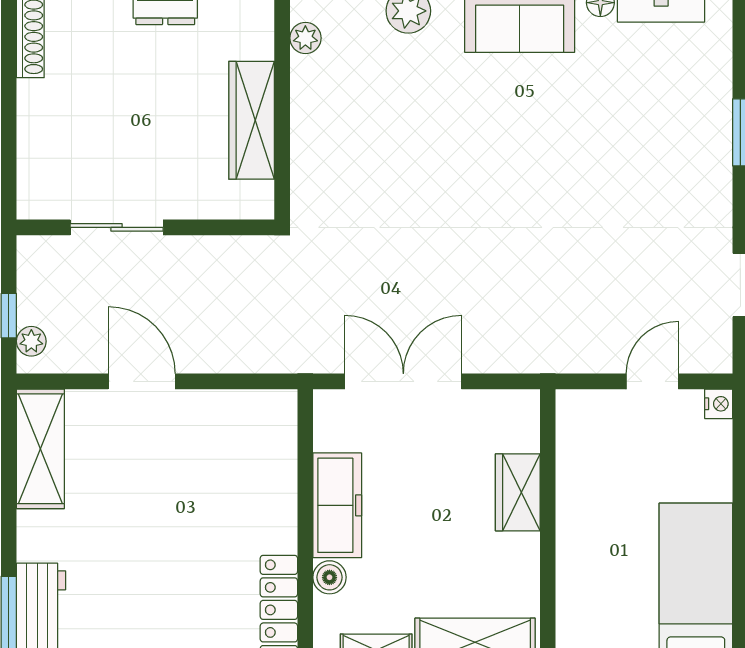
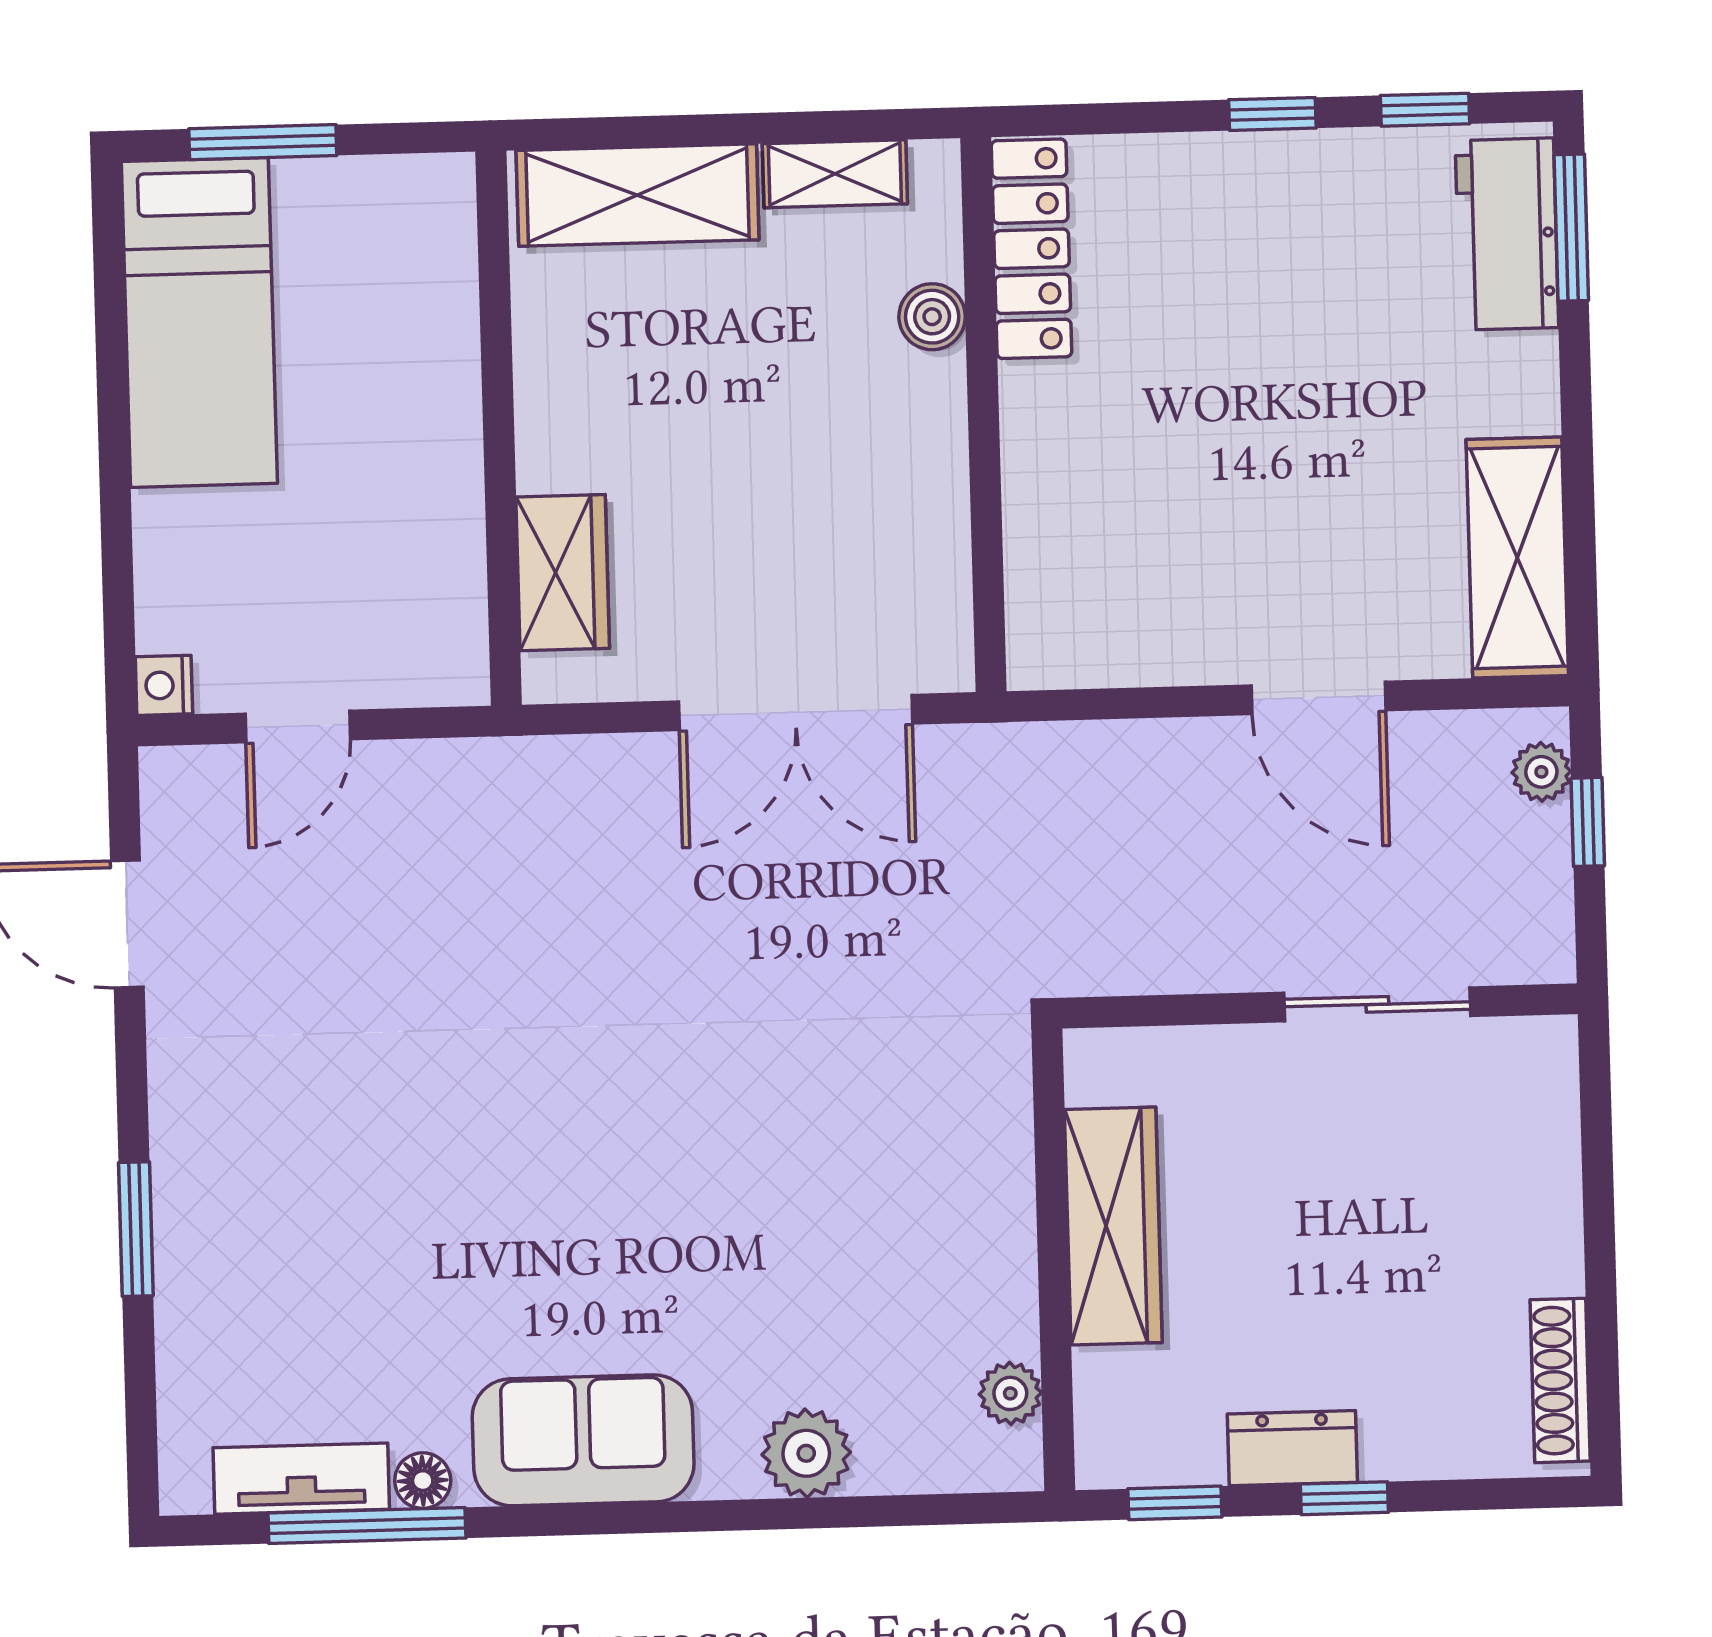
wardrobe: (518, 492) -> (563, 573), moved
freezer: (337, 505) -> (921, 461), removed

